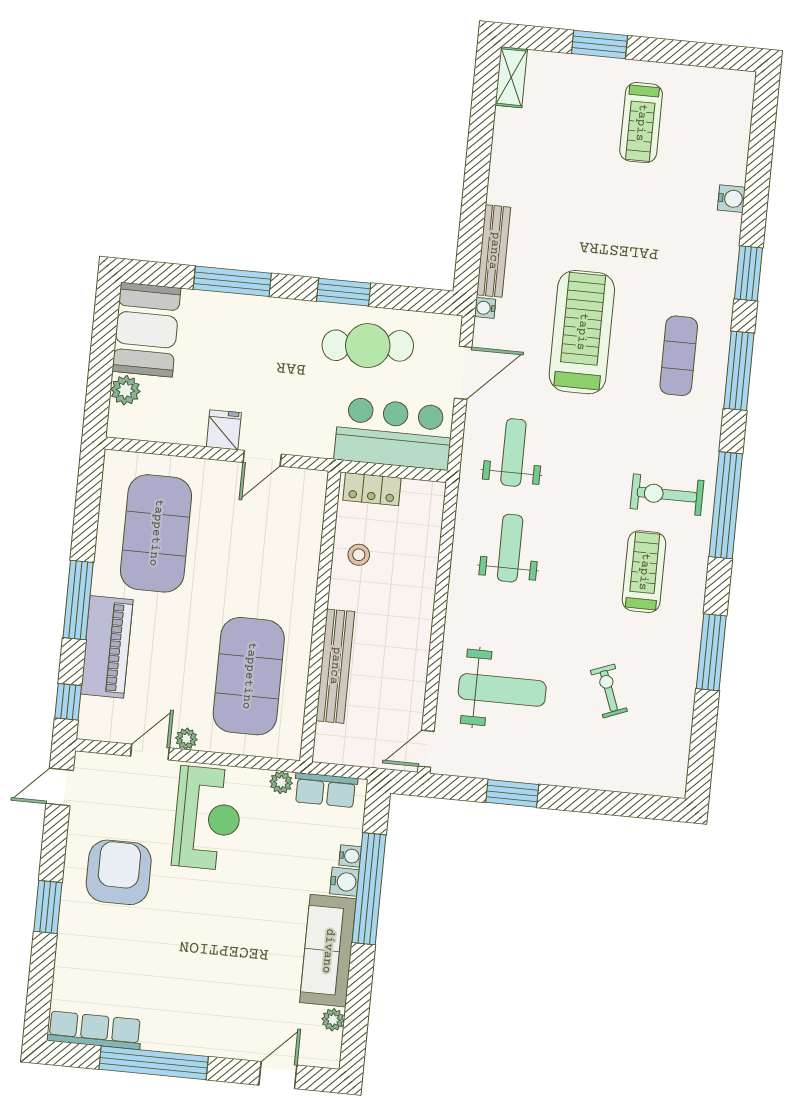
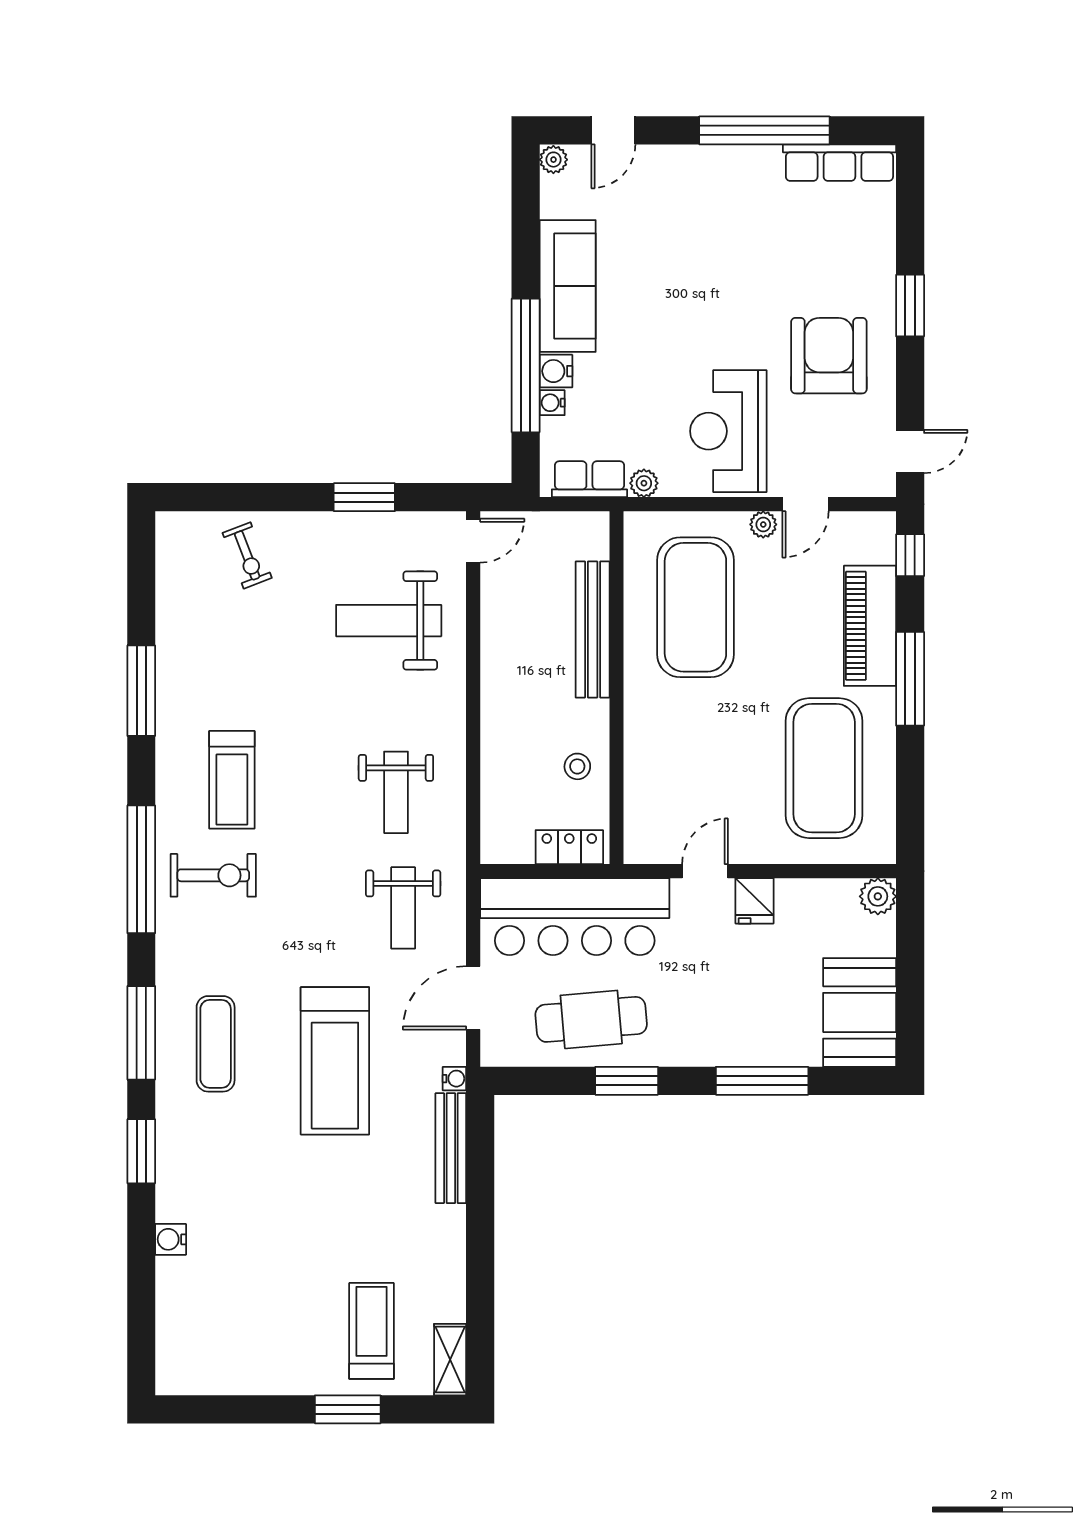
treadmill: (641, 123) -> (371, 1331), moved
plant: (125, 390) -> (878, 896), moved
bar counter: (394, 433) -> (575, 917), width x1.36
exercise bike: (609, 691) -> (247, 555), moved
armchair: (119, 872) -> (829, 356), turned 180
plant: (333, 1020) -> (553, 160), moved

